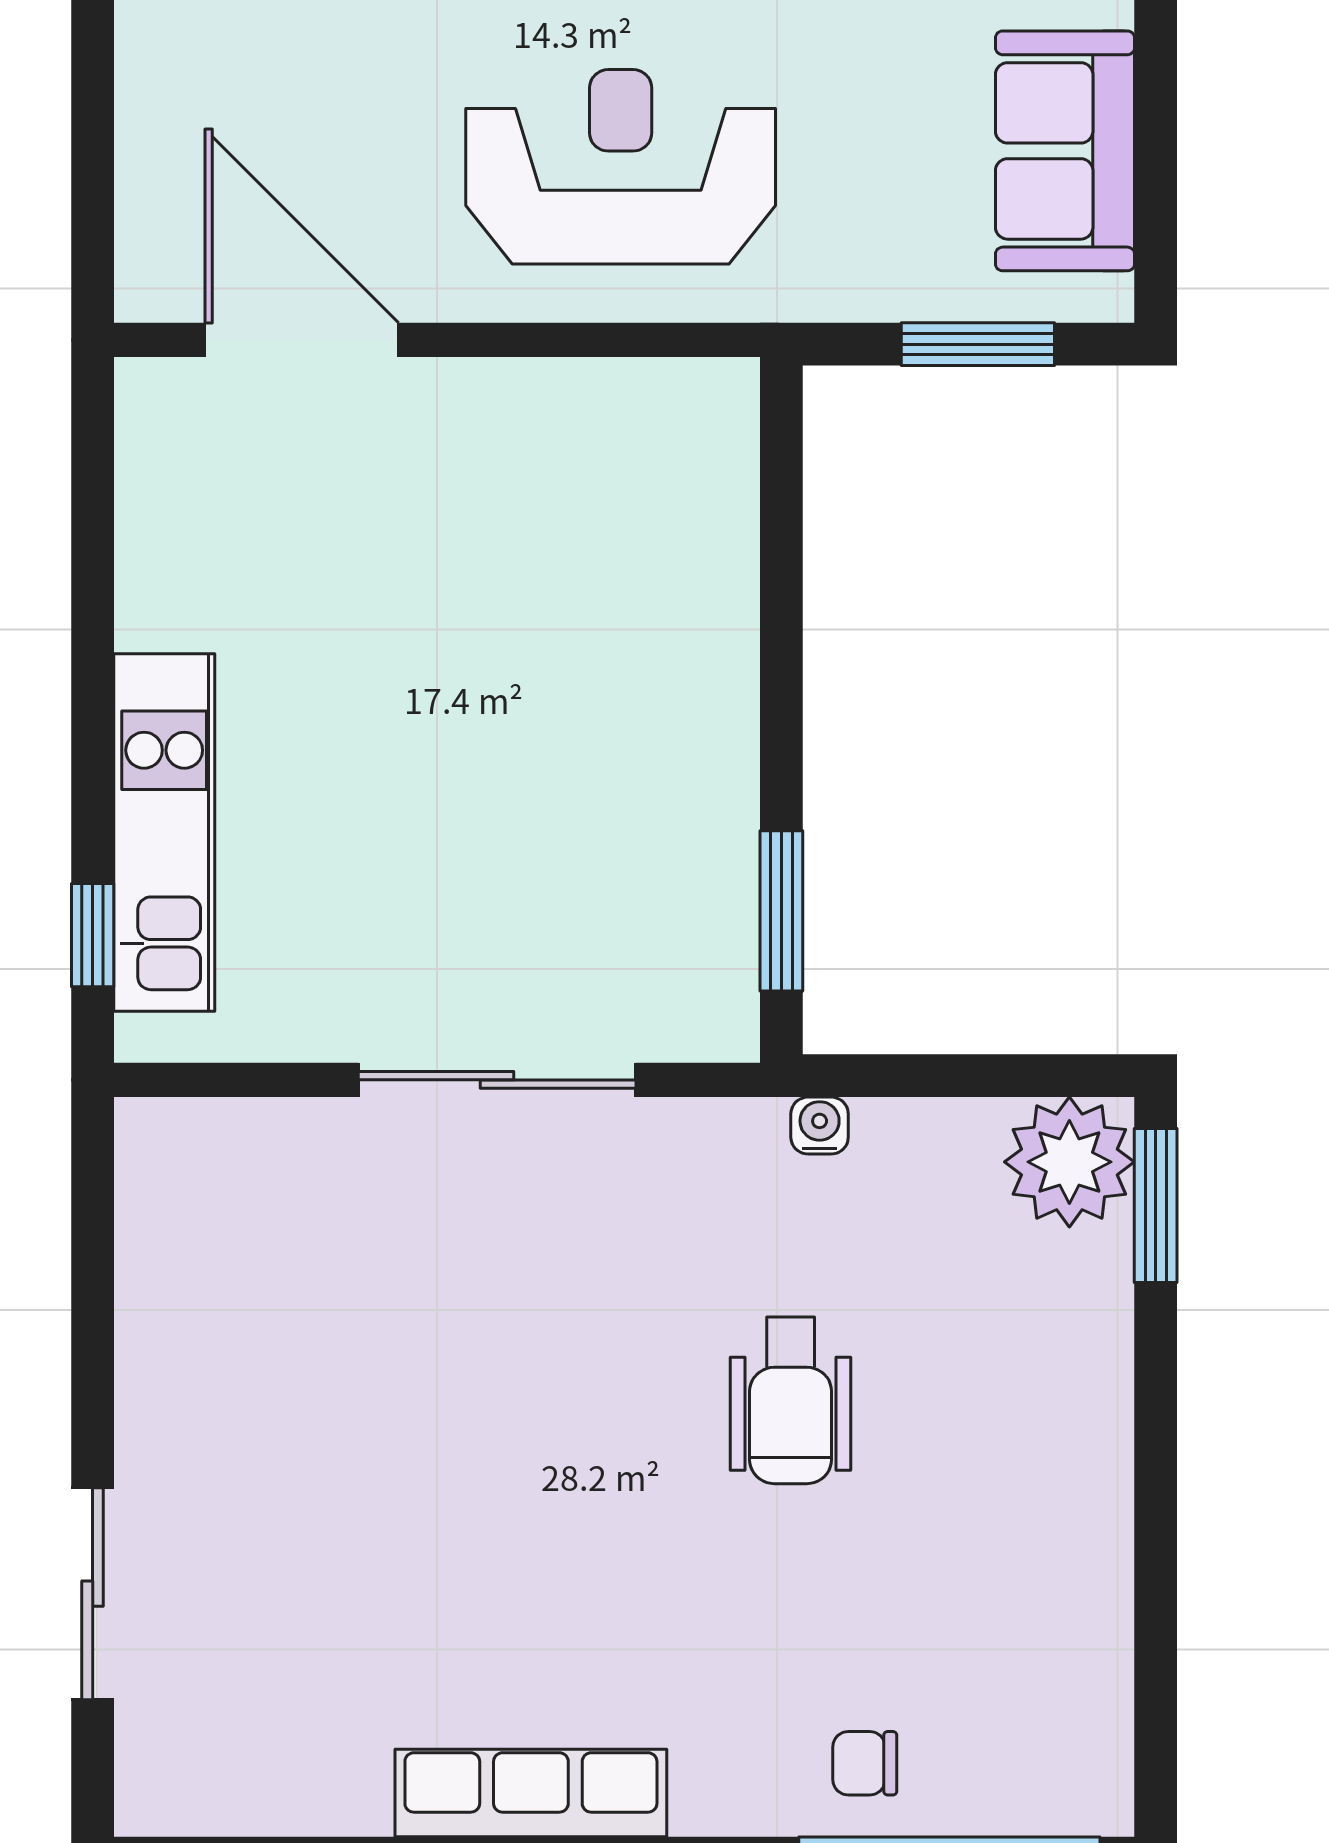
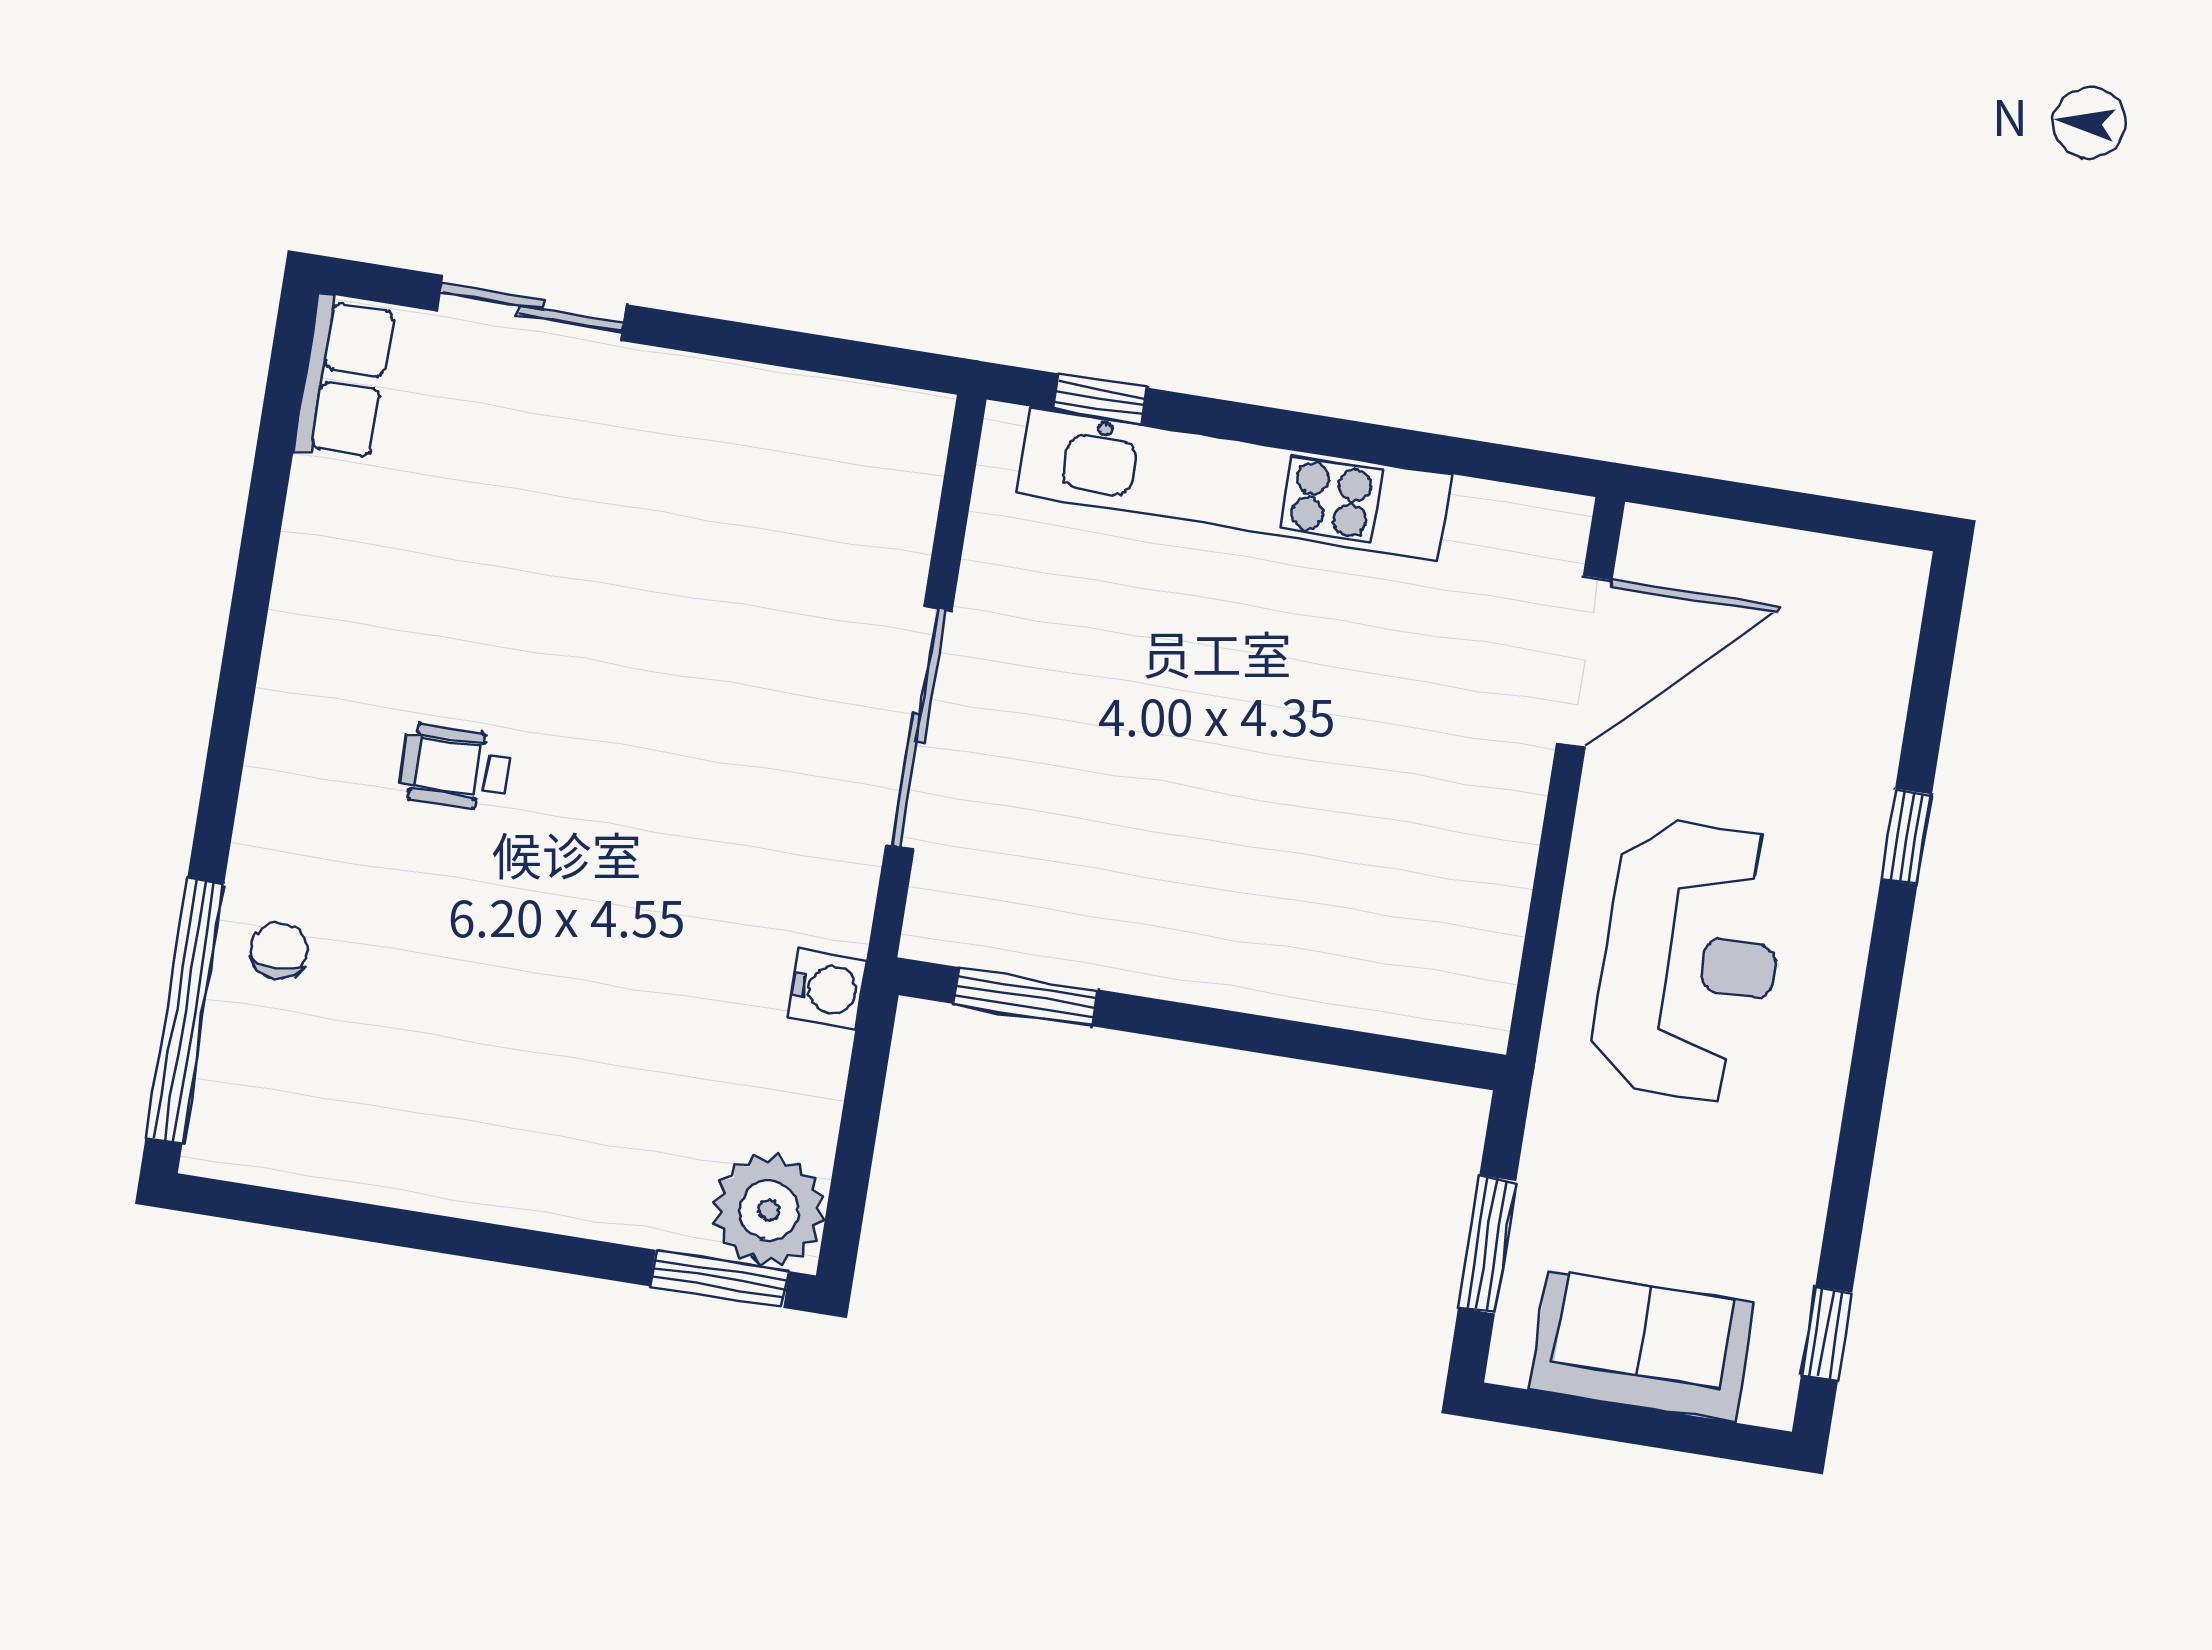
kitchen unit: (164, 832) -> (1234, 484), width x1.36
water cooler: (820, 1126) -> (827, 989), width x1.38, depth x1.38
wheelchair: (791, 1400) -> (455, 767), moved, width x0.73, depth x0.73
row of seats: (531, 1793) -> (344, 378), moved, width x0.68

